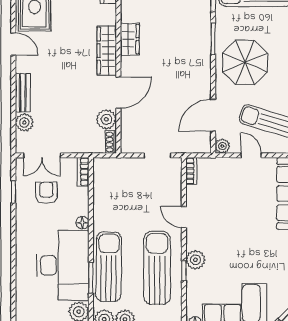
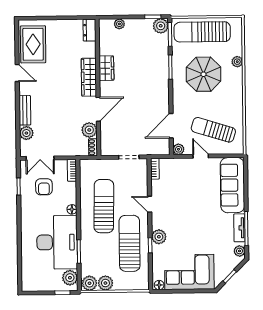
parasol: (245, 62) -> (203, 74), moved
armchair: (46, 193) -> (44, 187), turned 180
sun lounger: (109, 267) -> (104, 206), moved

